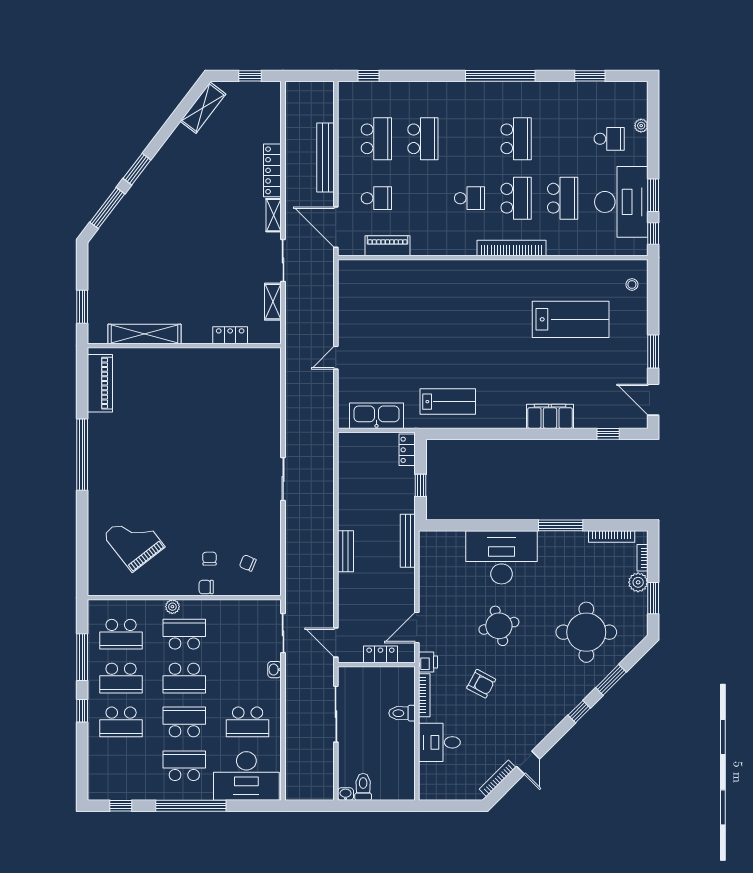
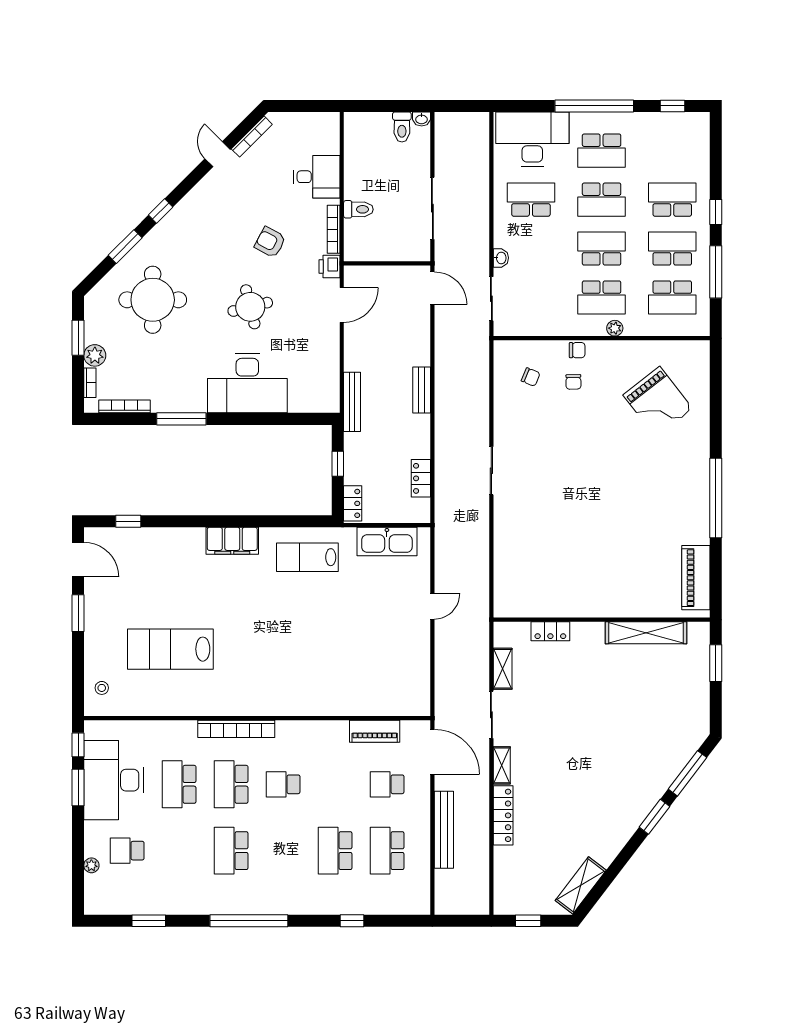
window: (368, 76) -> (352, 921), moved
filing cabinet: (550, 416) -> (232, 541), moved
school desk: (121, 634) -> (672, 297), turned 180
locker: (380, 654) -> (421, 478), moved, turned 90

